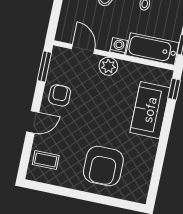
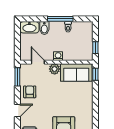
bathtub: (152, 49) -> (78, 54), removed
sofa: (150, 110) -> (76, 73), moved, turned -90

